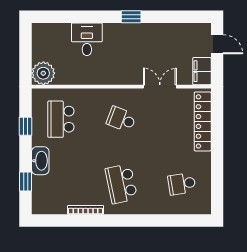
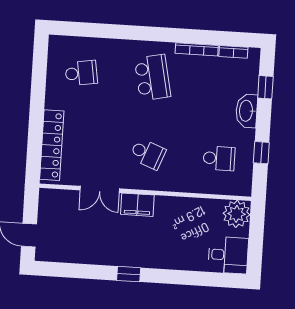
desk: (87, 39) -> (228, 255), moved, turned -90
filing cabinet: (202, 71) -> (137, 205), moved, turned 90
school desk: (61, 119) -> (219, 158), width x0.54
bookcase: (54, 210) -> (233, 52), added

